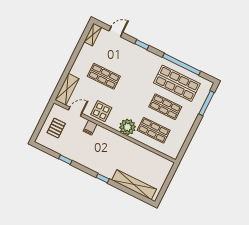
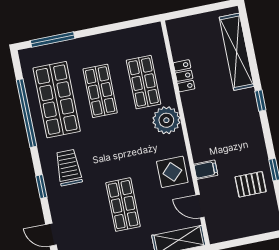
trolley: (141, 64) -> (69, 168), added
pallet: (56, 128) -> (251, 184), moved
locker: (142, 151) -> (184, 76), added

